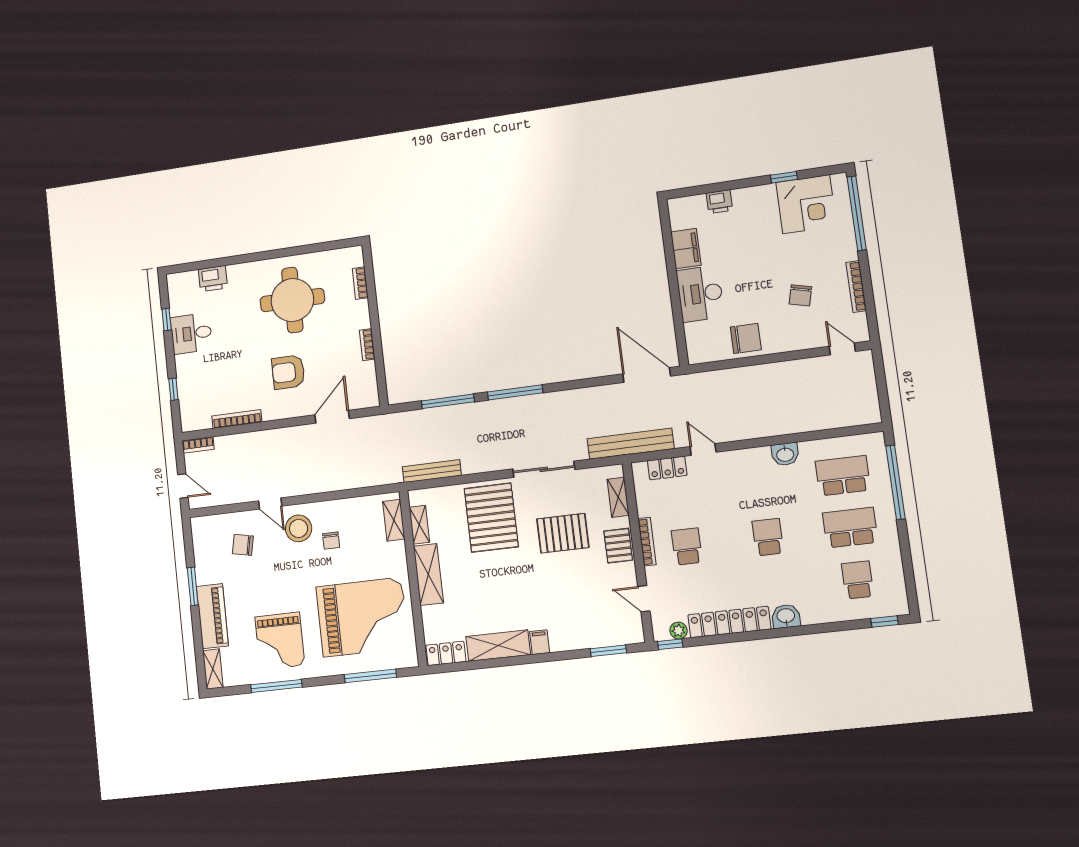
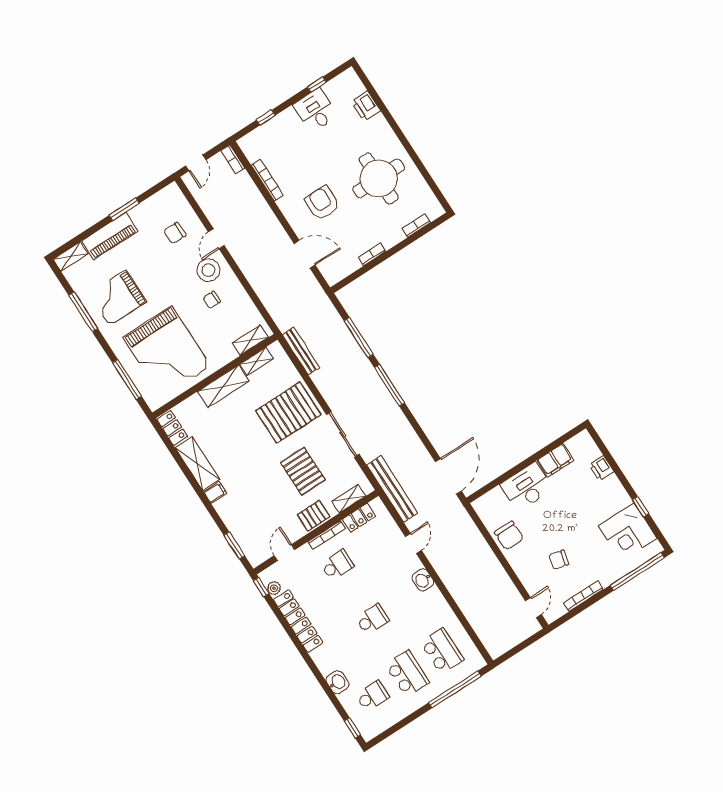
washbasin: (785, 454) -> (423, 580), moved
locker: (667, 468) -> (359, 518), moved, turned -90
chair: (243, 545) -> (175, 233), turned -102
washbasin: (786, 616) -> (337, 682), moved

